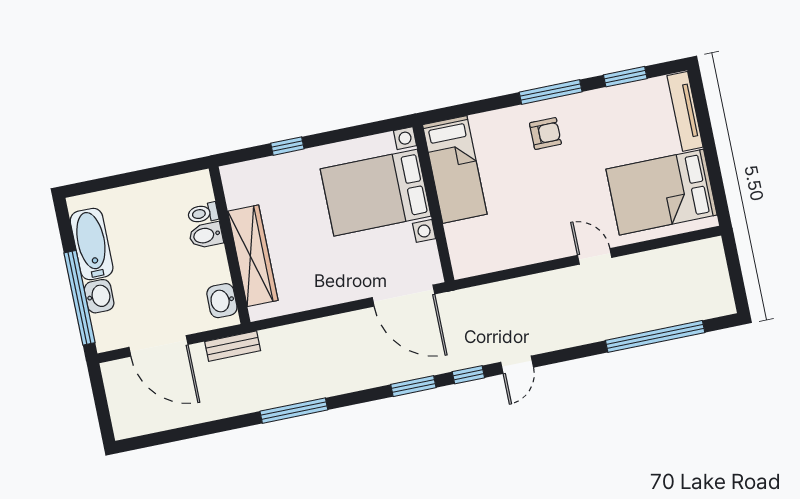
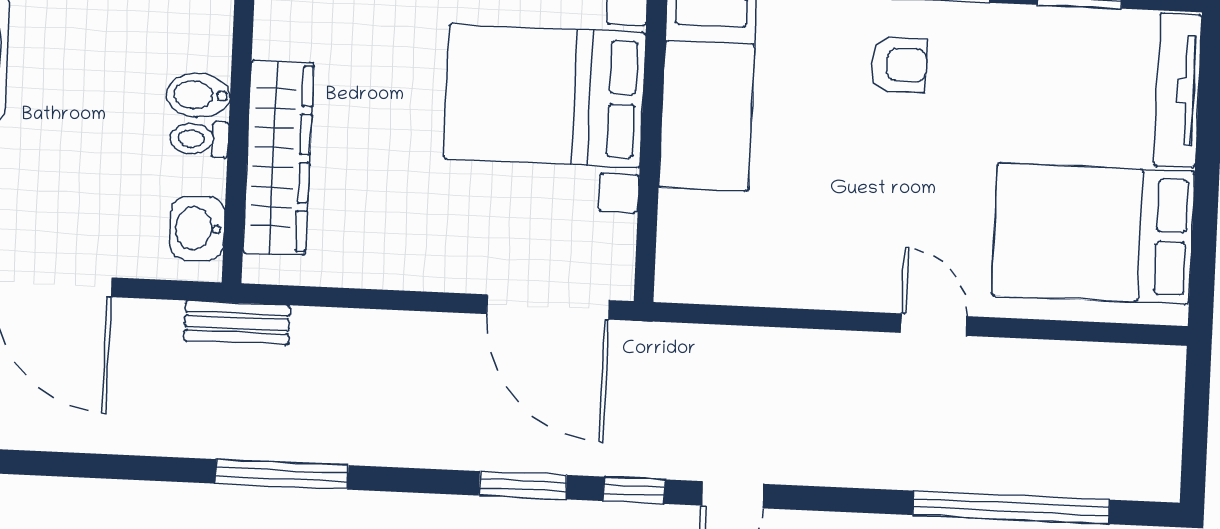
toilet: (203, 213) -> (199, 139), moved
bench: (233, 346) -> (237, 323), moved

